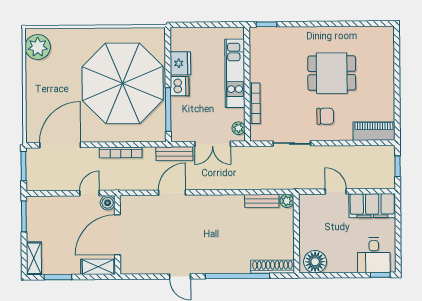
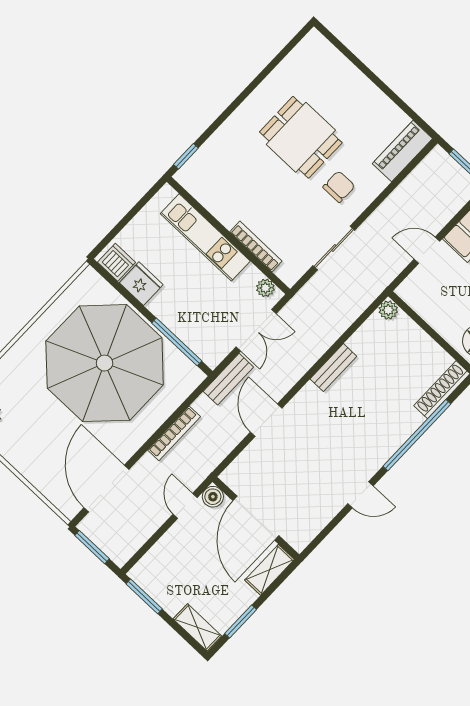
dining table: (332, 73) -> (301, 137), turned 90
dishwasher: (180, 86) -> (117, 262), moved
bench: (262, 201) -> (333, 368), moved

